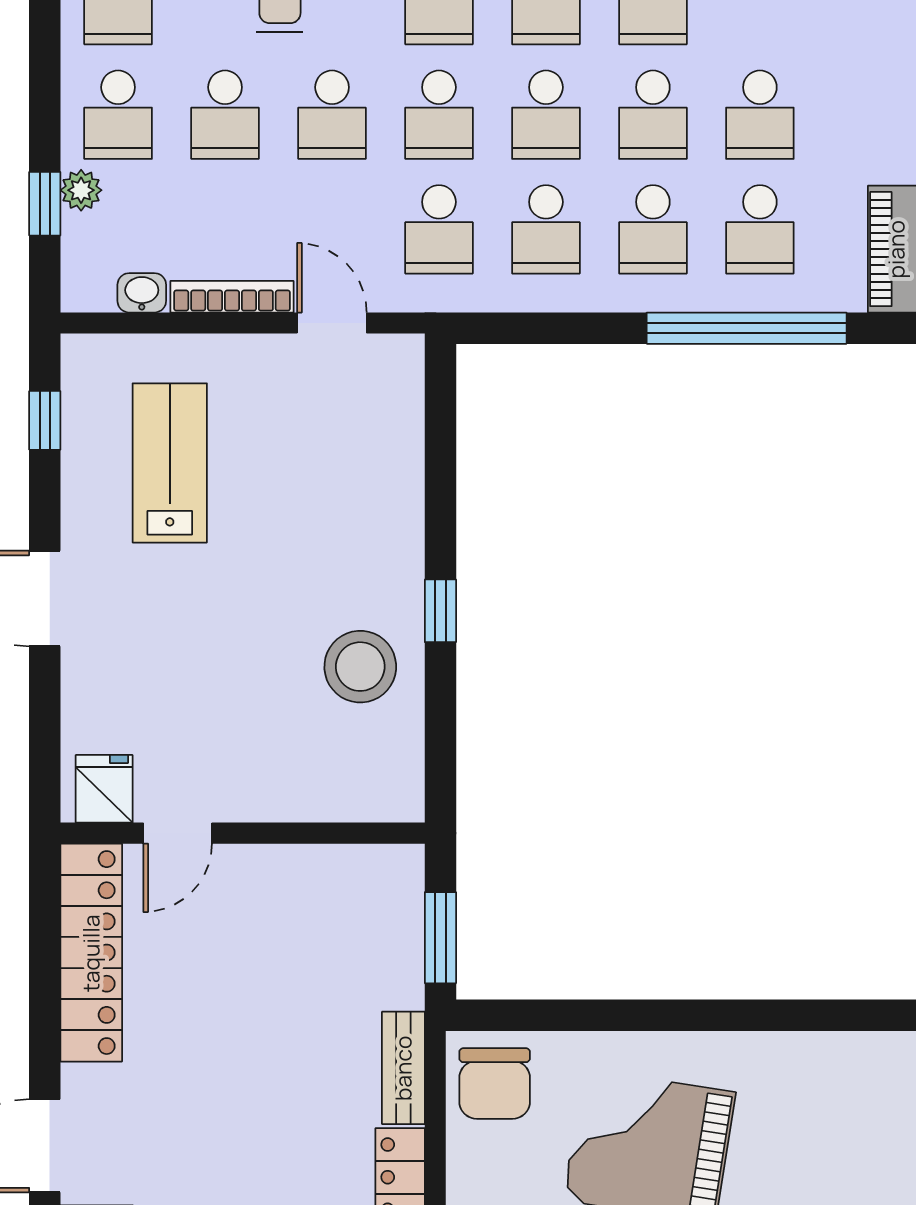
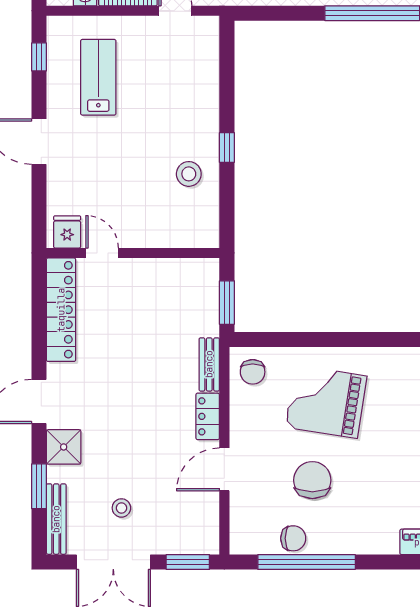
stool: (360, 667) -> (189, 174), width x0.73, depth x0.73
door: (178, 833) -> (102, 253), swing flipped
chair: (495, 1083) -> (253, 372), width x0.73, depth x0.73

